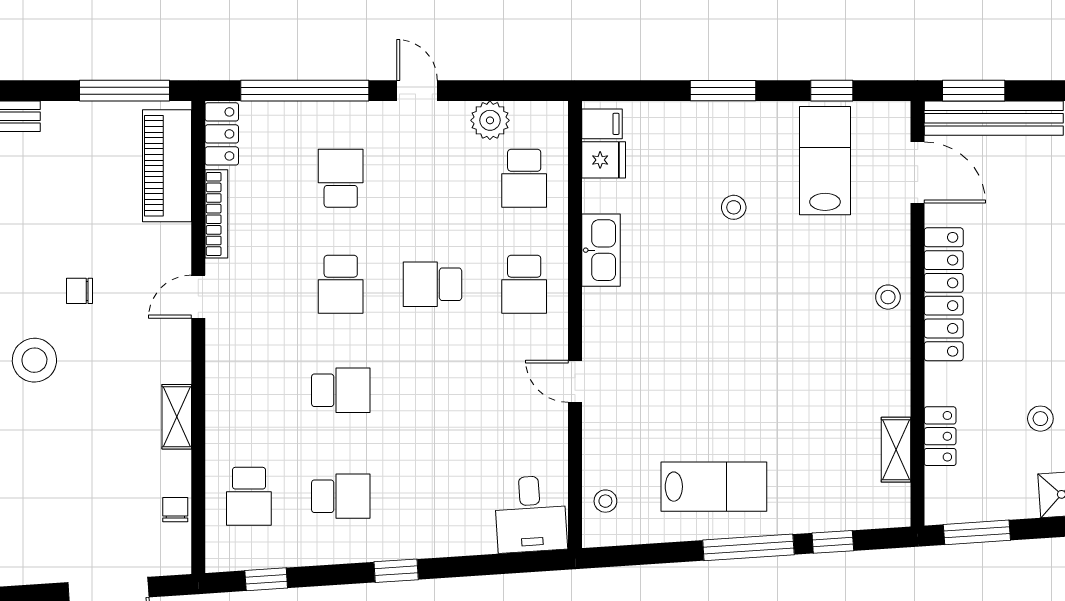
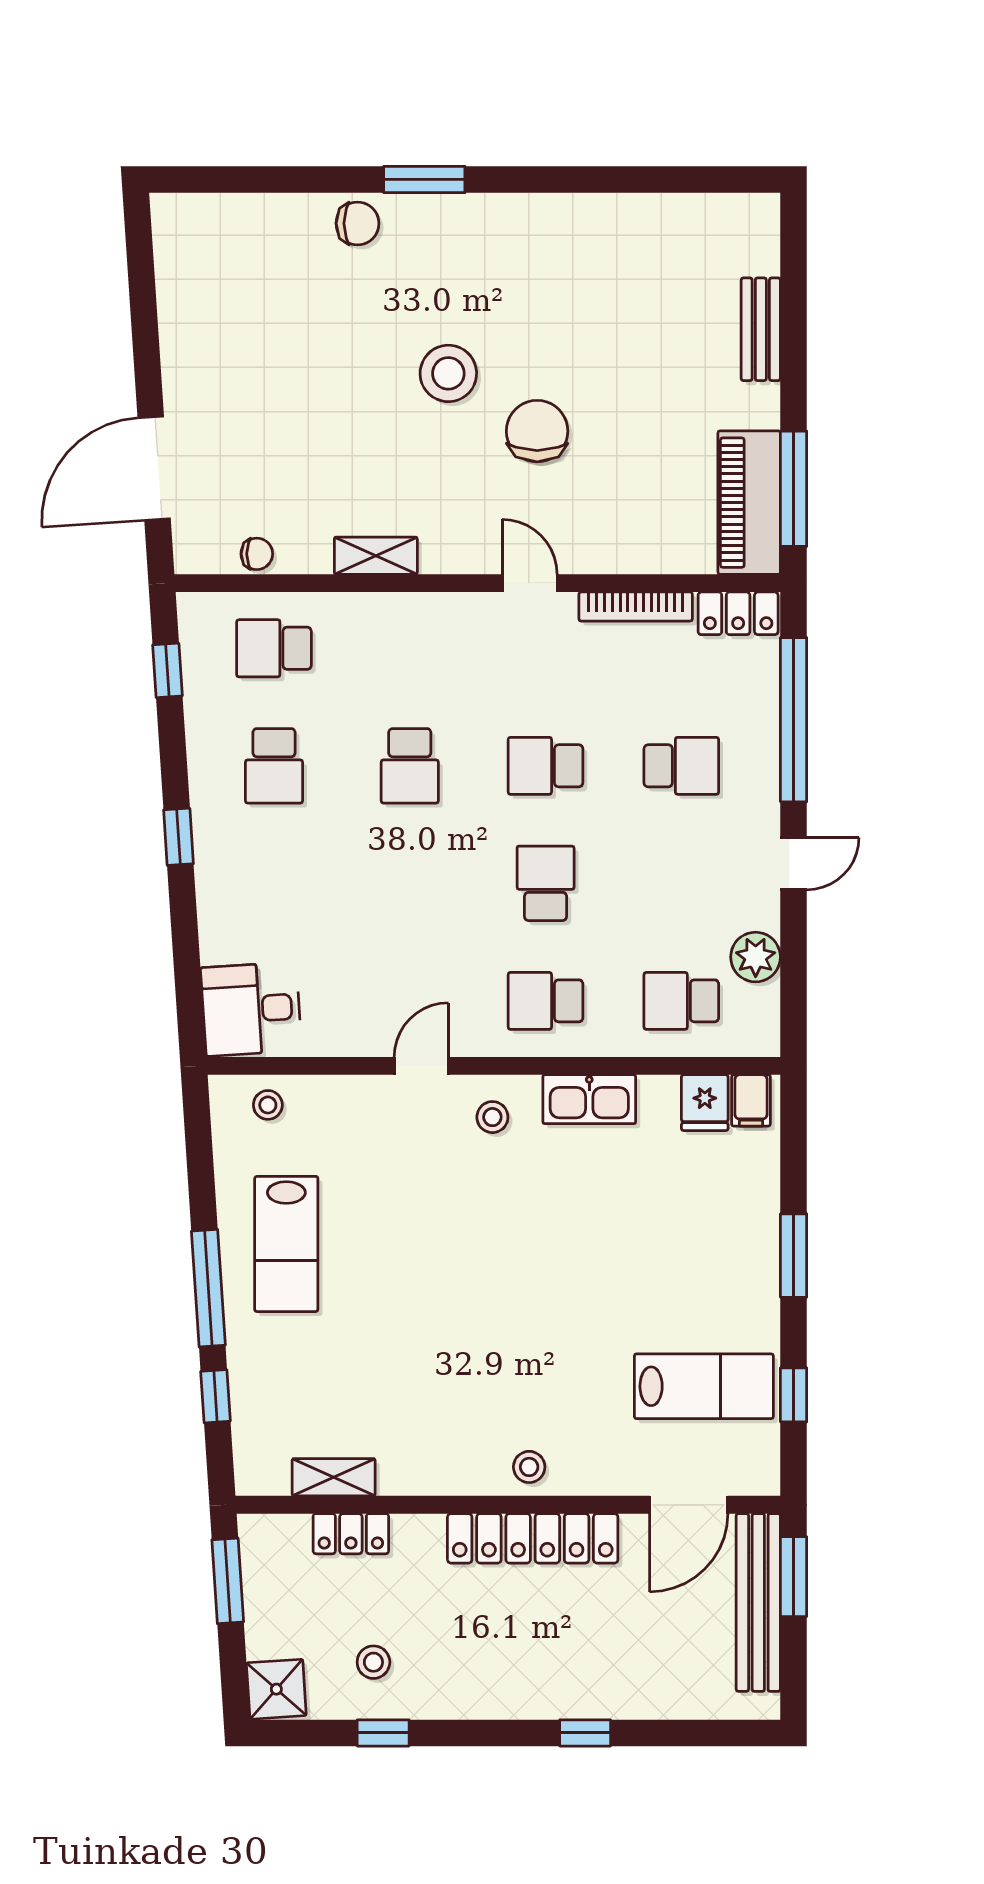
piano: (167, 166) -> (749, 503), moved, turned -90
stool: (734, 207) -> (492, 1117), moved
chair: (79, 291) -> (537, 431), width x1.87, depth x1.87

